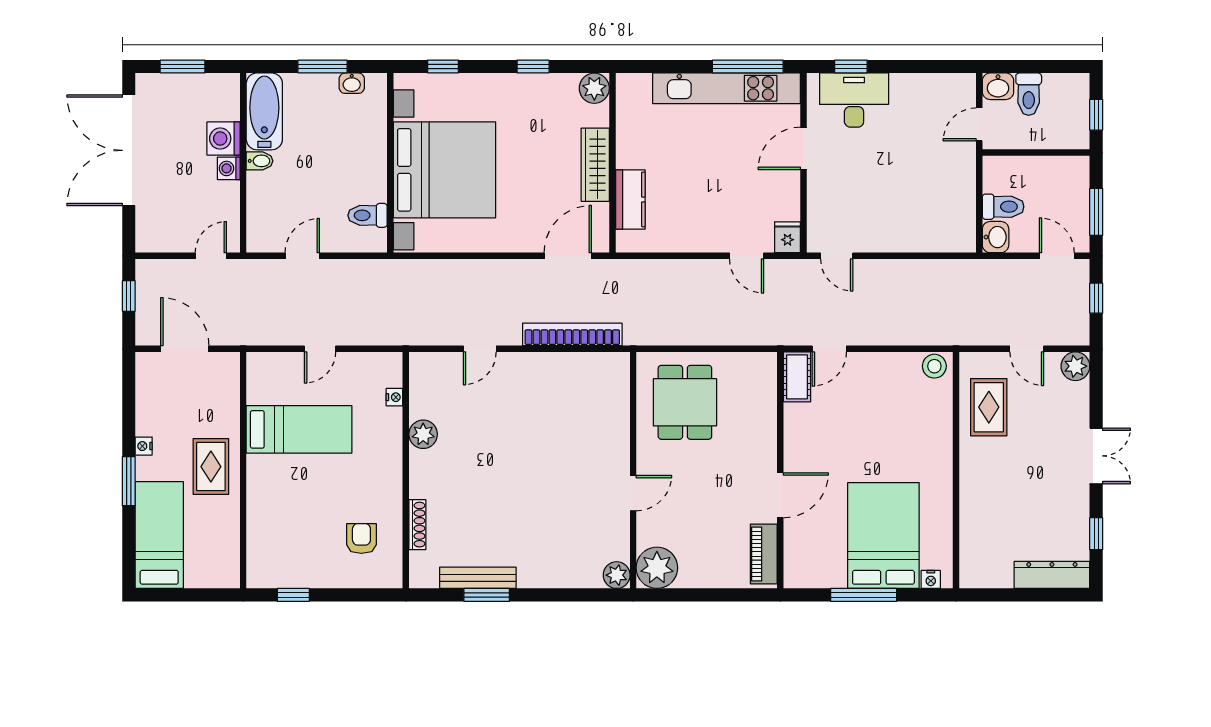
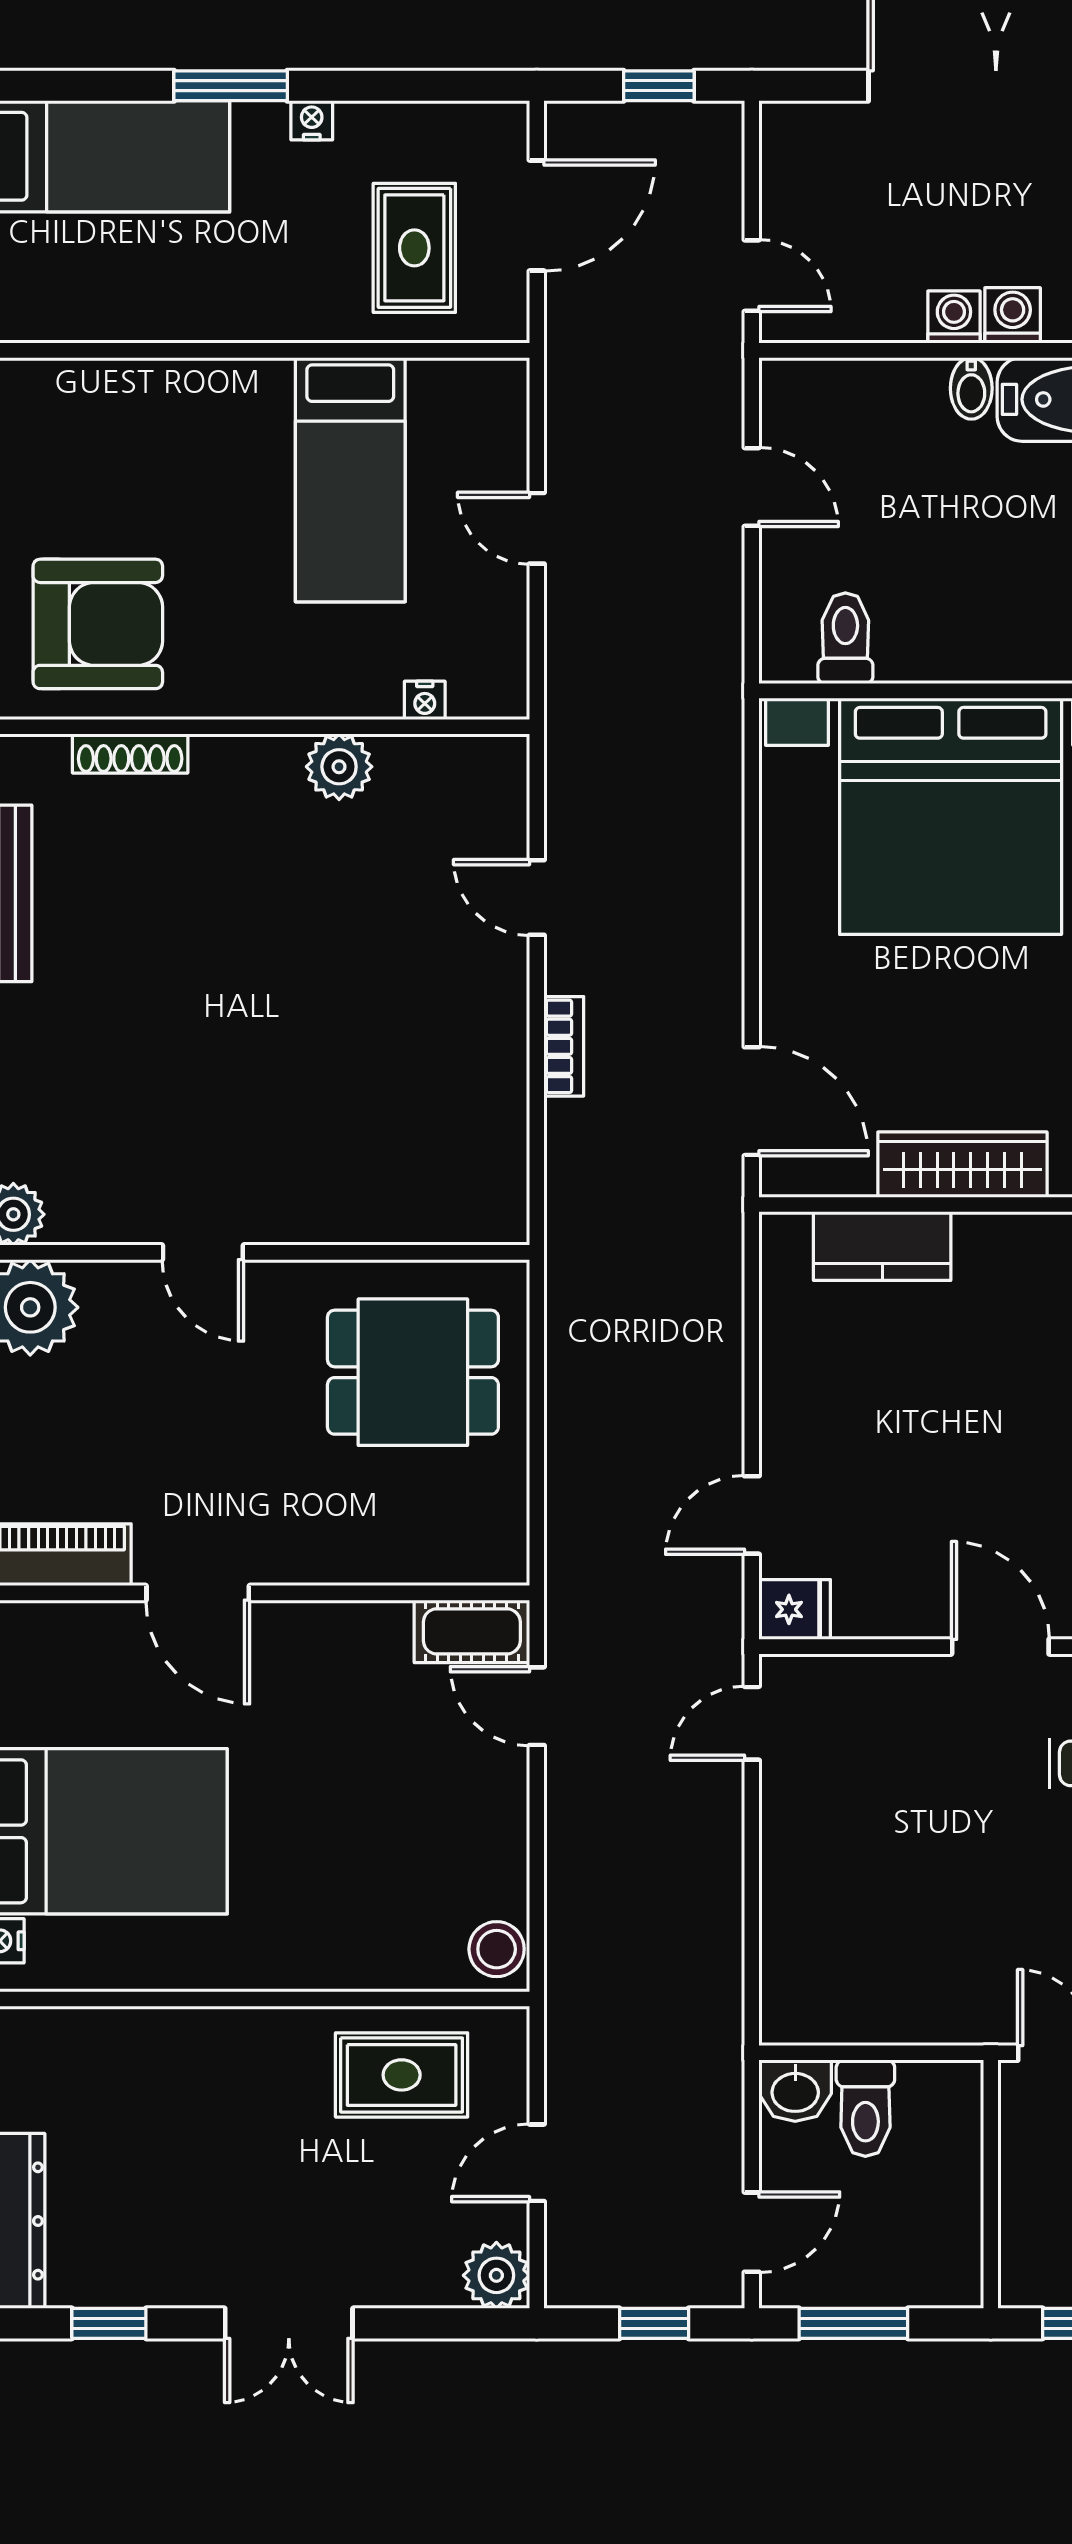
washing machine: (223, 139) -> (1013, 315), width x0.73, depth x0.73
bookcase: (572, 334) -> (564, 1046), width x0.43, depth x0.76
rug: (211, 467) -> (414, 248), moved, turned 90
armchair: (361, 539) -> (98, 624), width x1.88, depth x1.88

